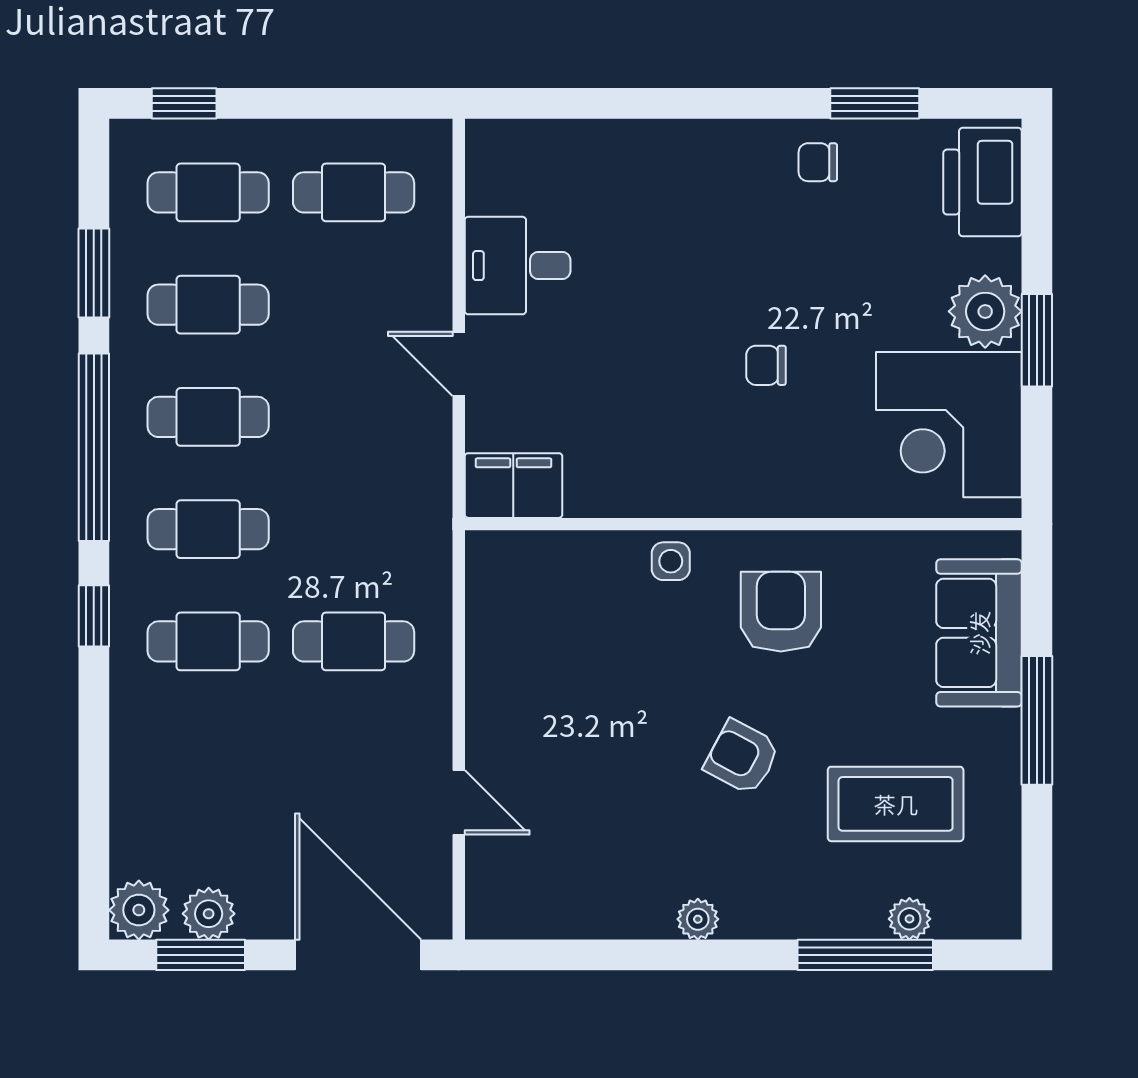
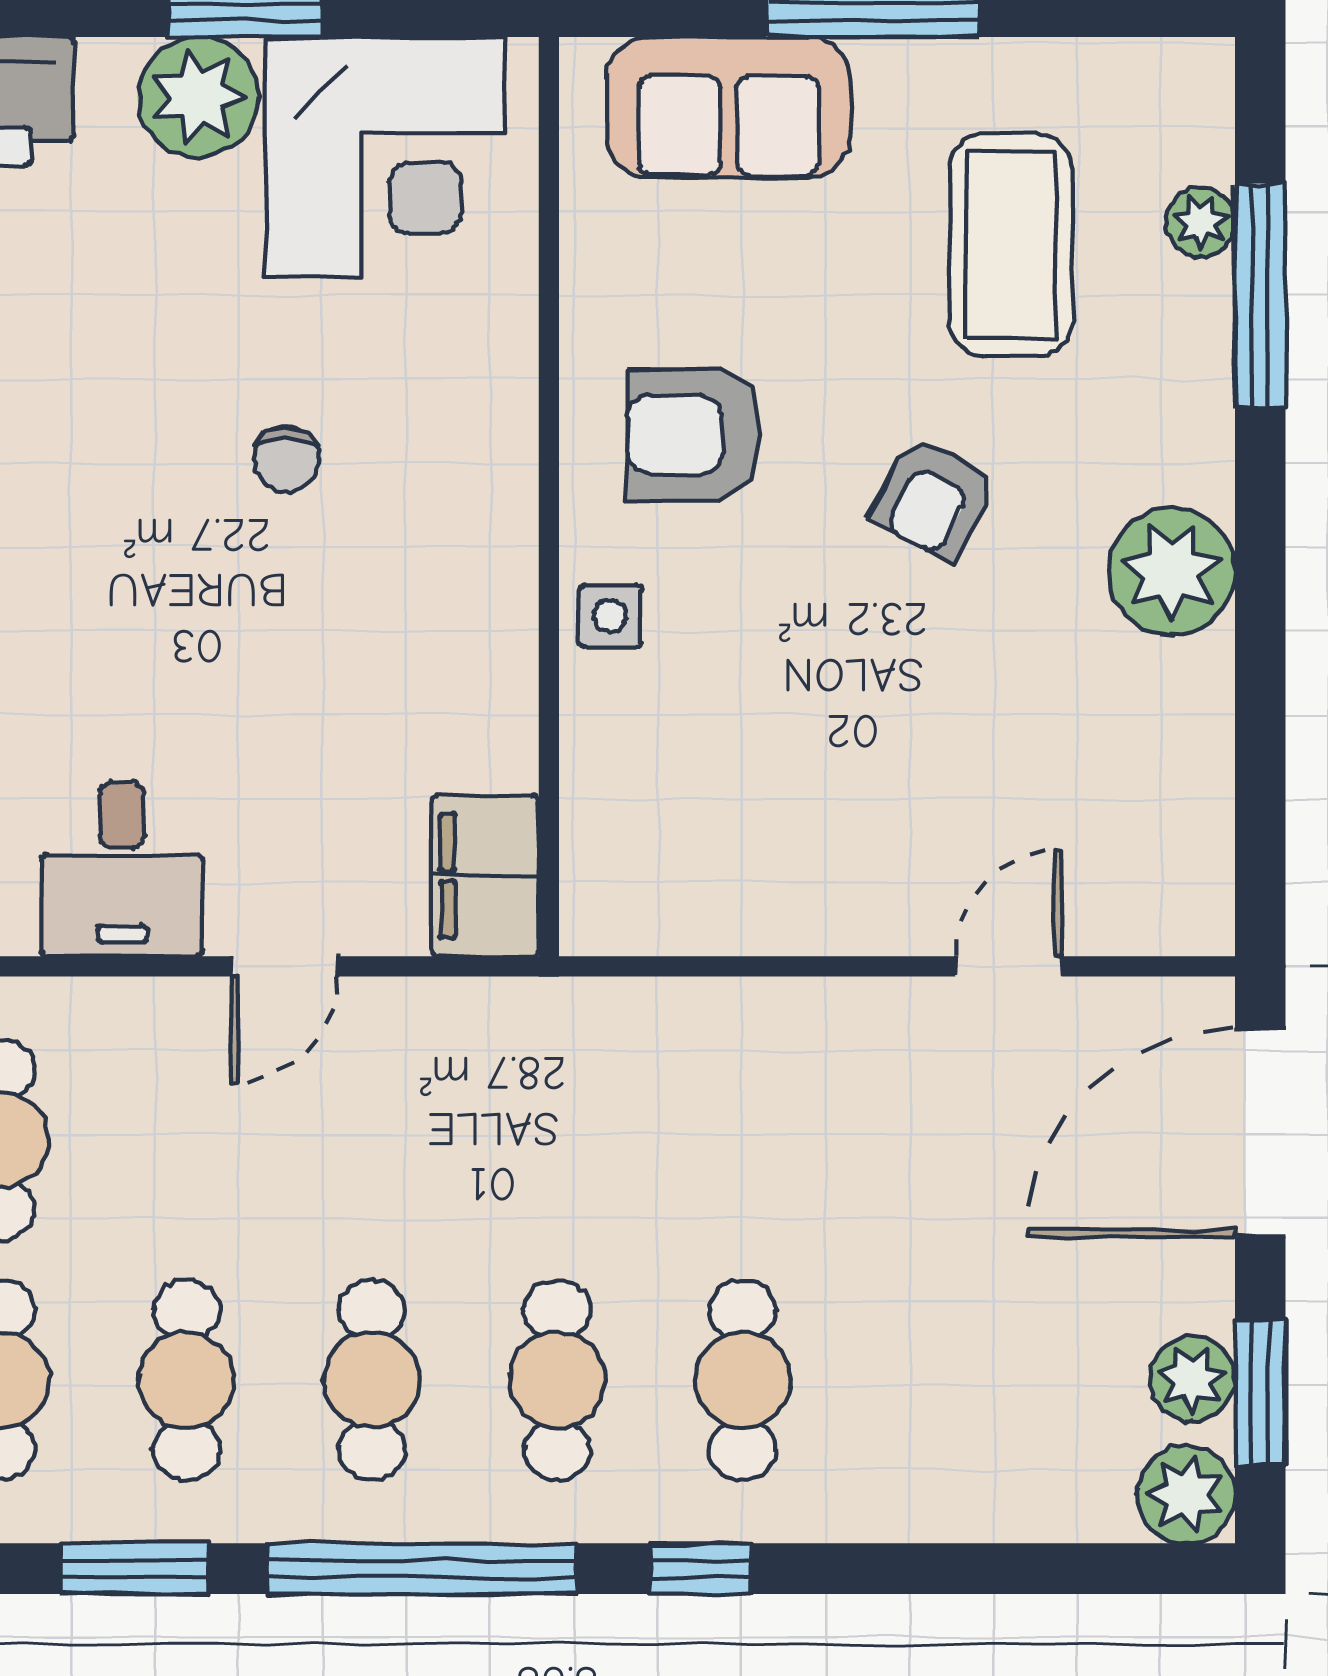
cafe table: (354, 641) -> (743, 1140), removed
plant: (698, 919) -> (1172, 572), width x1.88, depth x1.88

